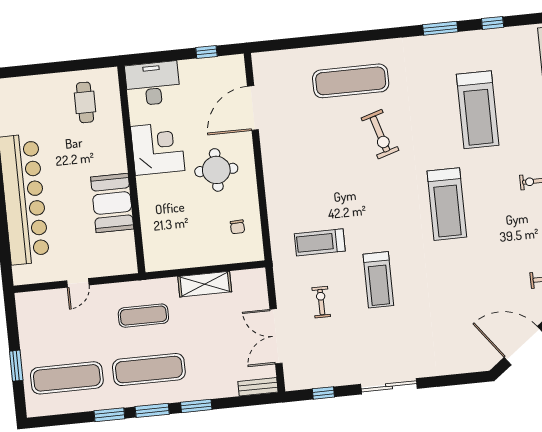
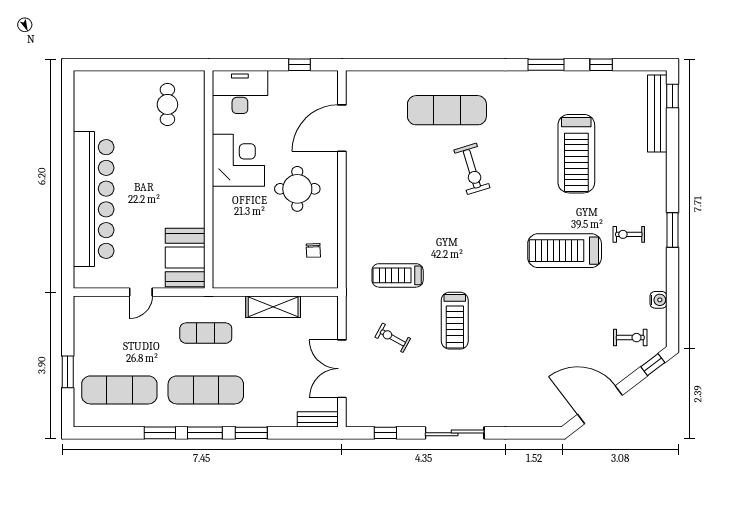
booth: (112, 203) -> (185, 258), moved
treadmill: (447, 204) -> (565, 251), moved, turned 90
exercise bike: (321, 302) -> (393, 338), turned -61

